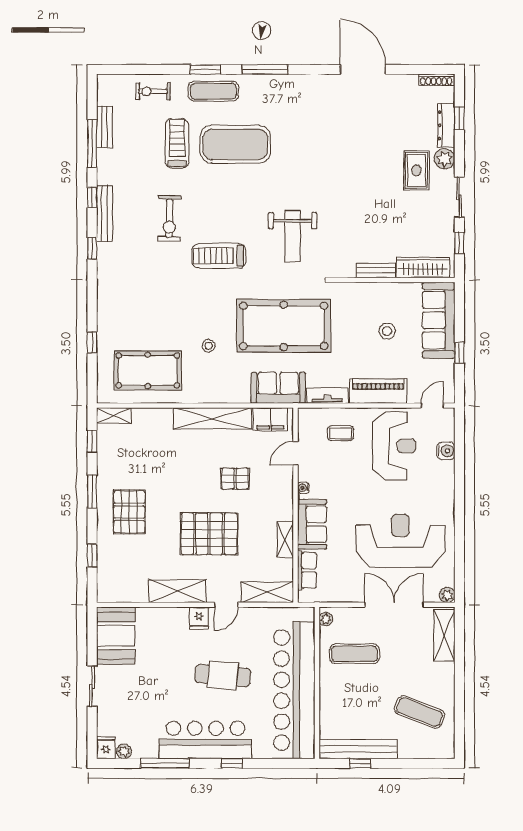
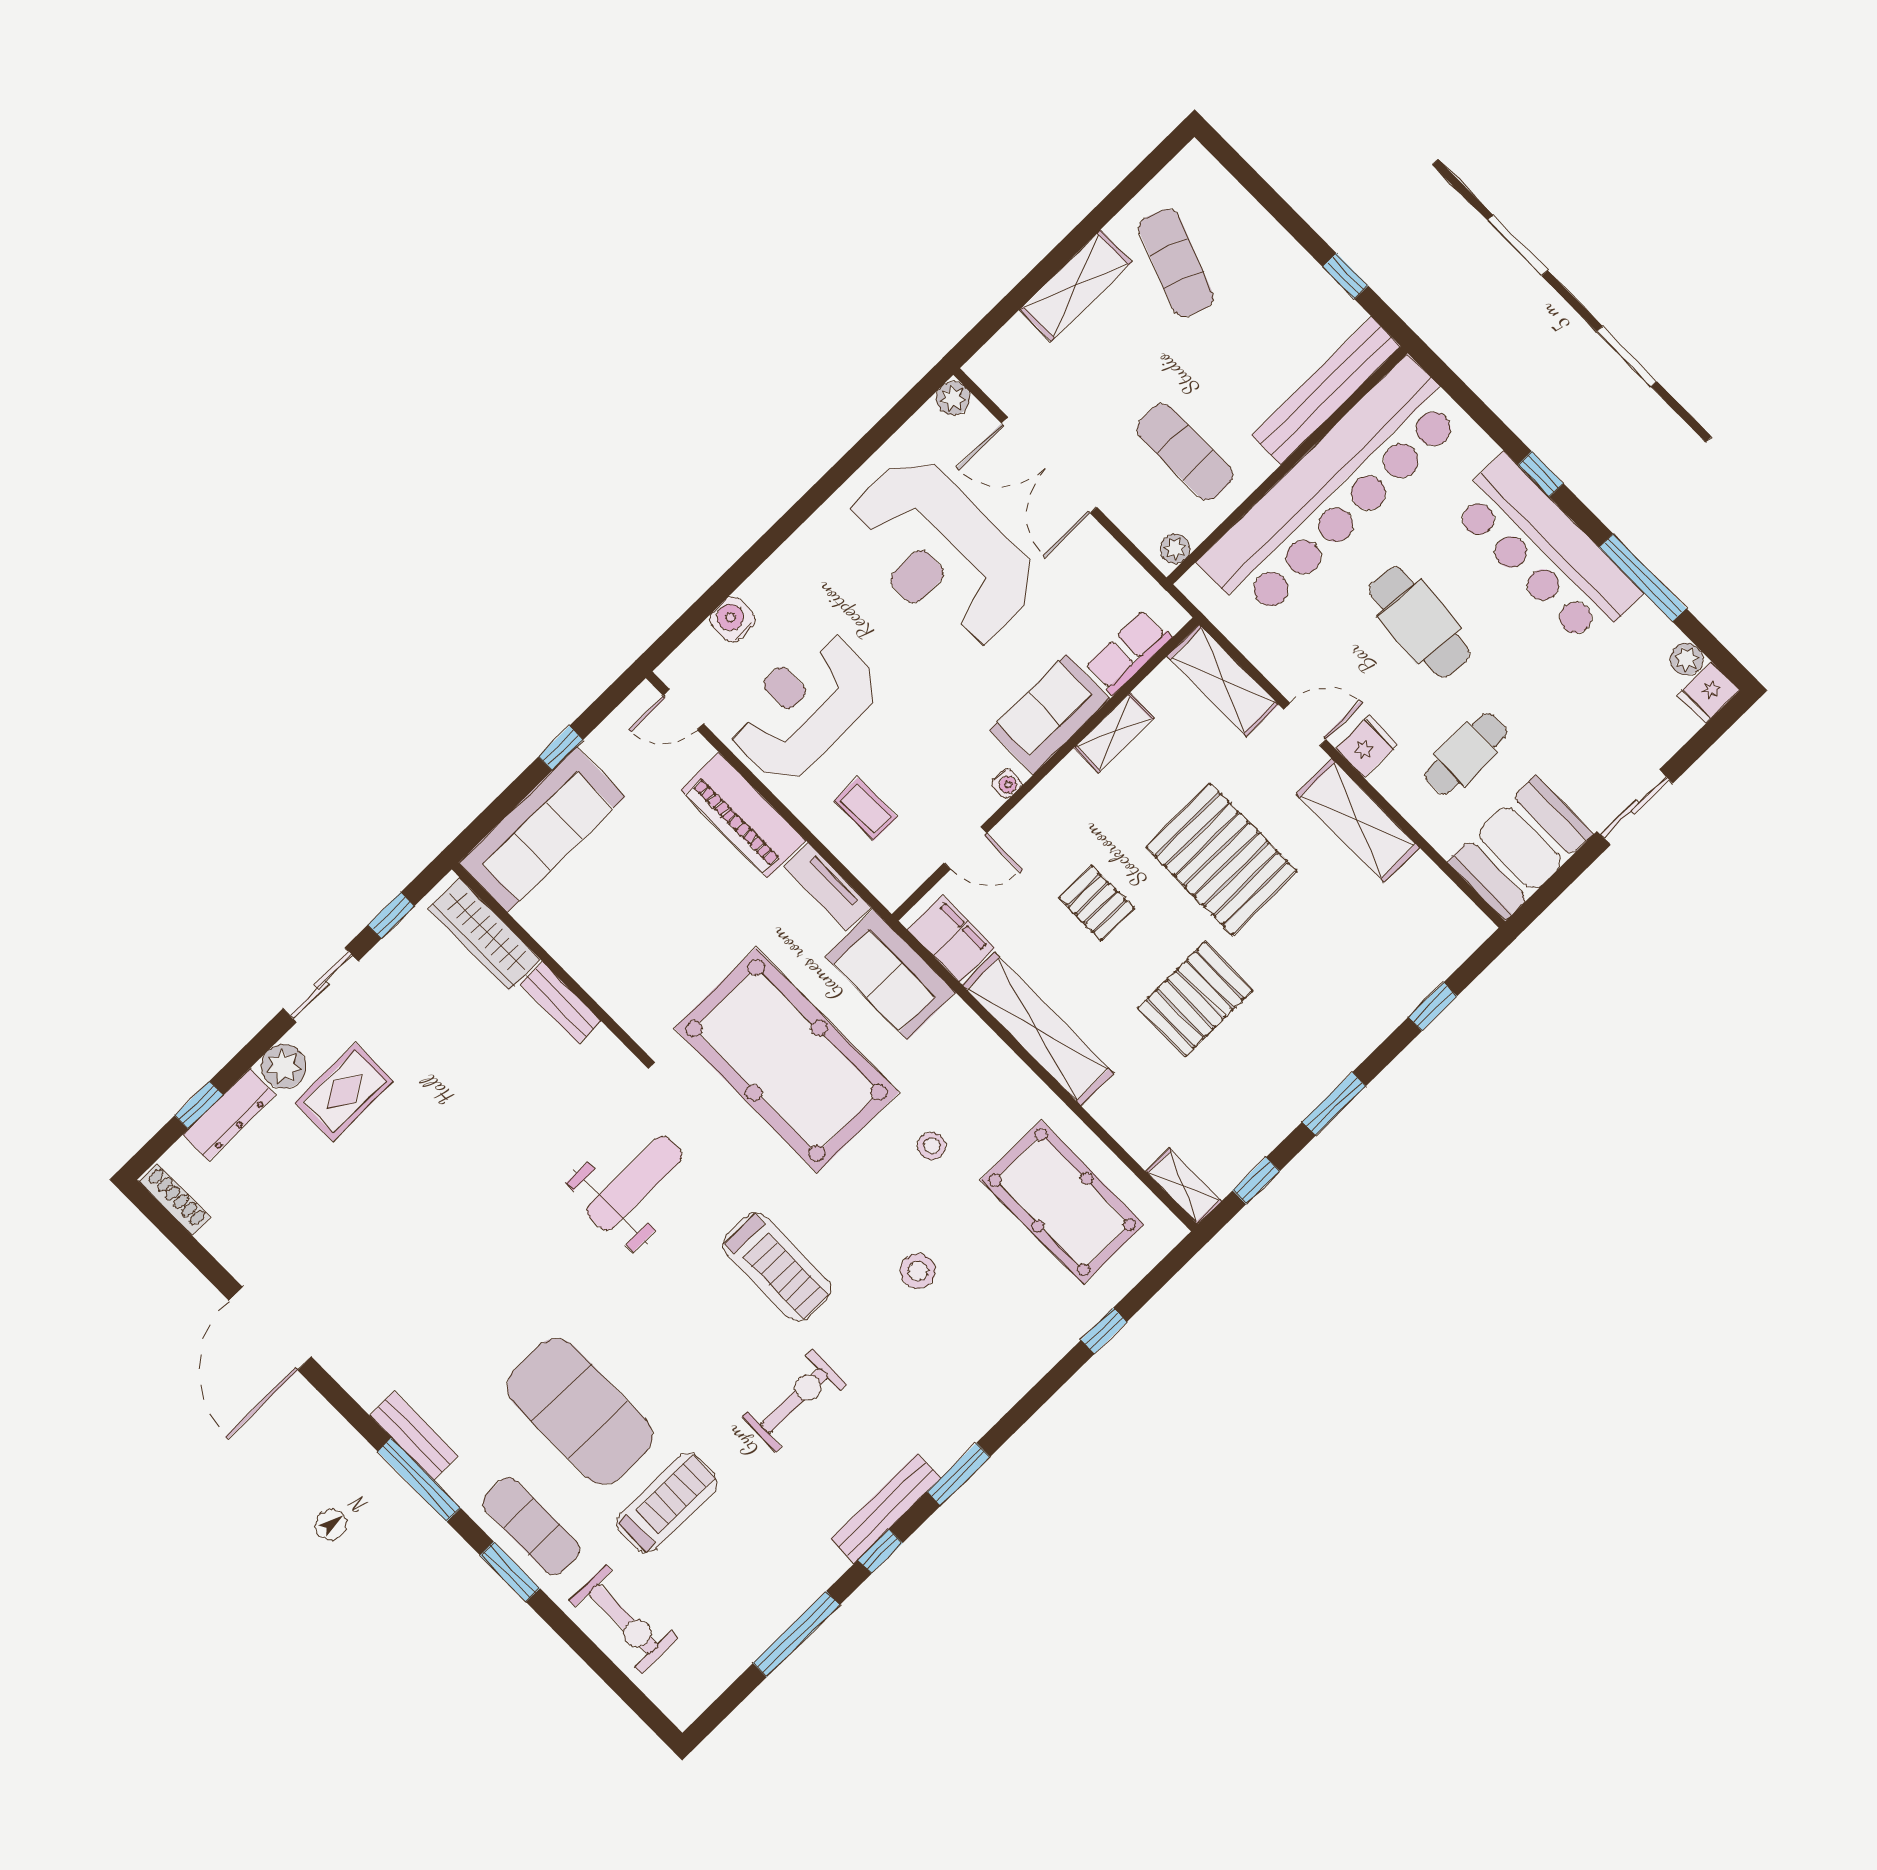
exercise bike: (153, 91) -> (624, 1619), width x1.38, depth x1.39
bench: (105, 127) -> (414, 1436), moved, turned 90
treadmill: (177, 143) -> (667, 1503), turned 180
window: (92, 248) -> (958, 1474), width x1.50
stool: (387, 331) -> (918, 1271), moved
pallet: (129, 512) -> (1195, 999), moved
shelving: (444, 635) -> (1076, 286), moved
cafe table: (164, 648) -> (1466, 754), added
bench: (358, 749) -> (1326, 391), moved, turned 90

